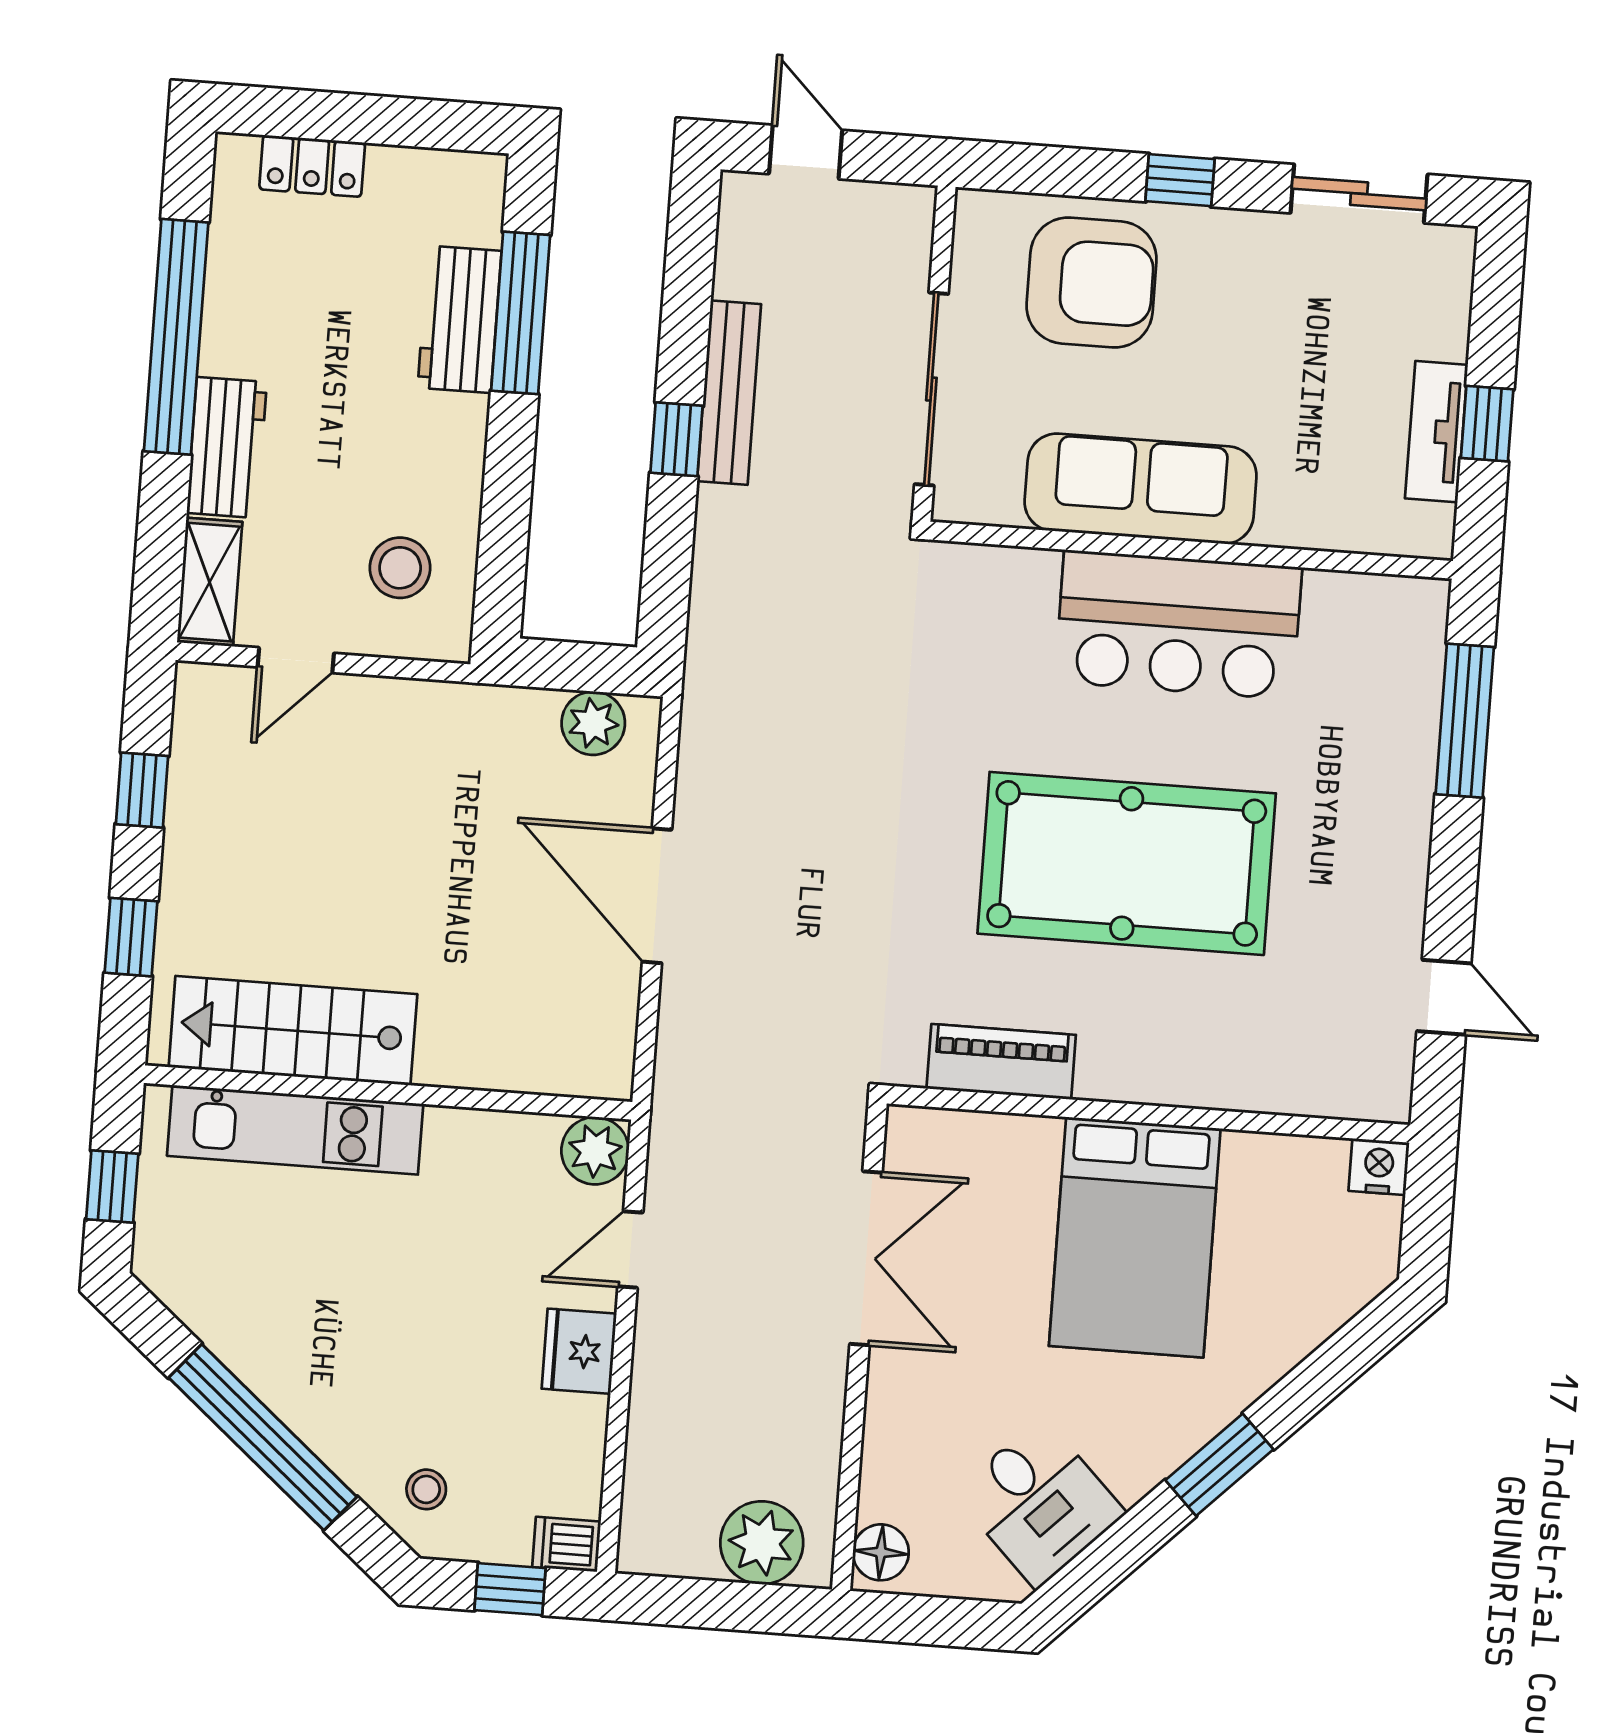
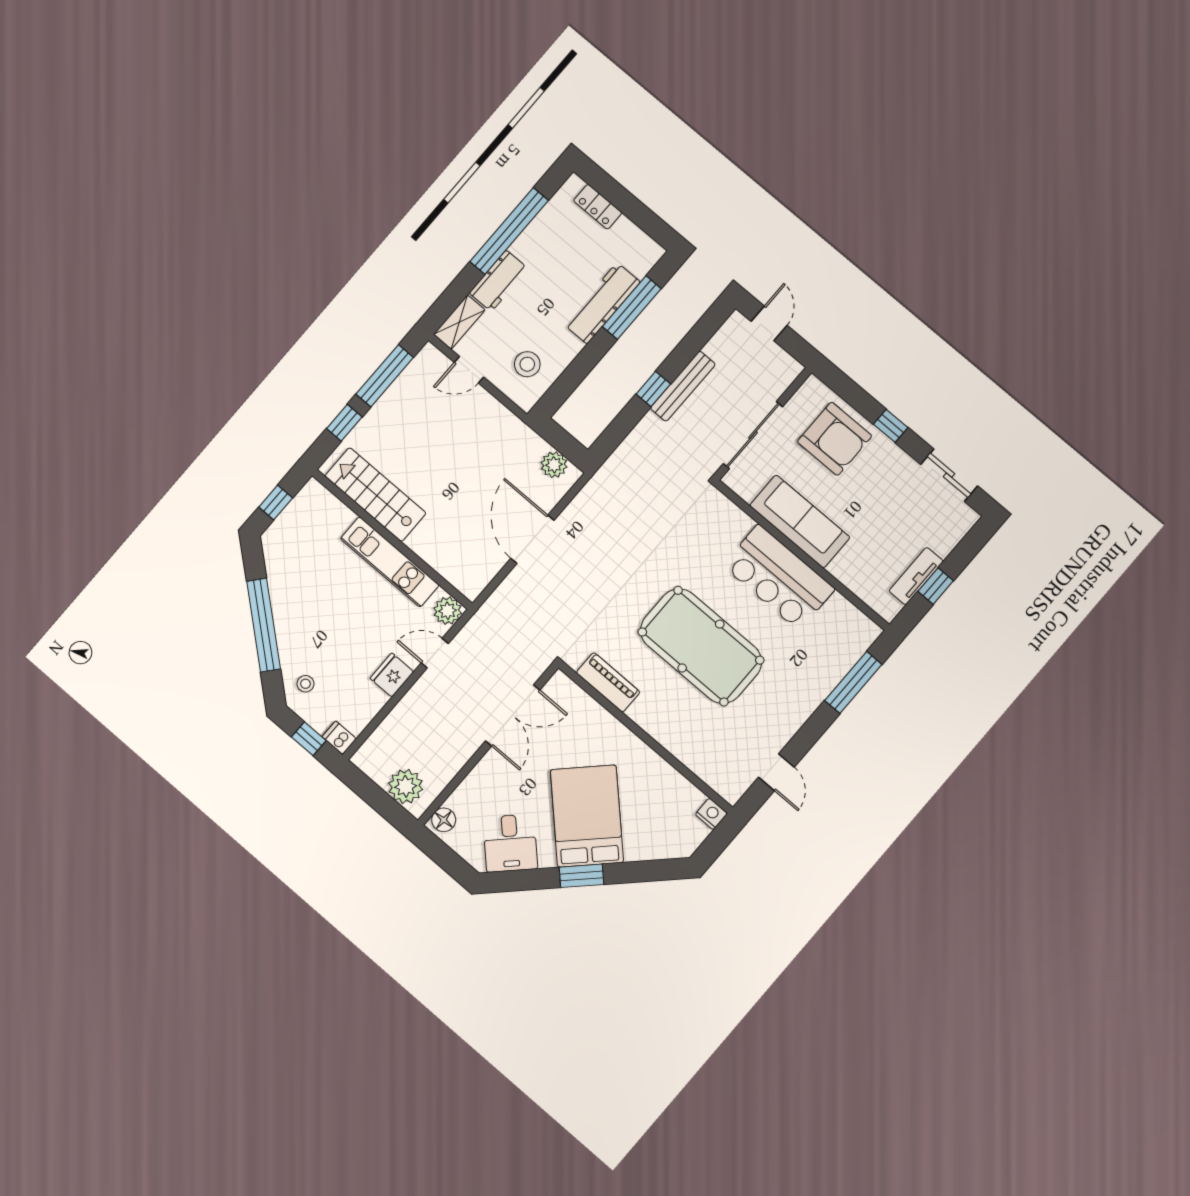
workbench: (460, 319) -> (602, 303), width x1.38
window: (142, 790) -> (385, 376), width x2.17
kitchen unit: (295, 1130) -> (390, 562), moved
bed: (1135, 1237) -> (587, 816), moved, turned 135

